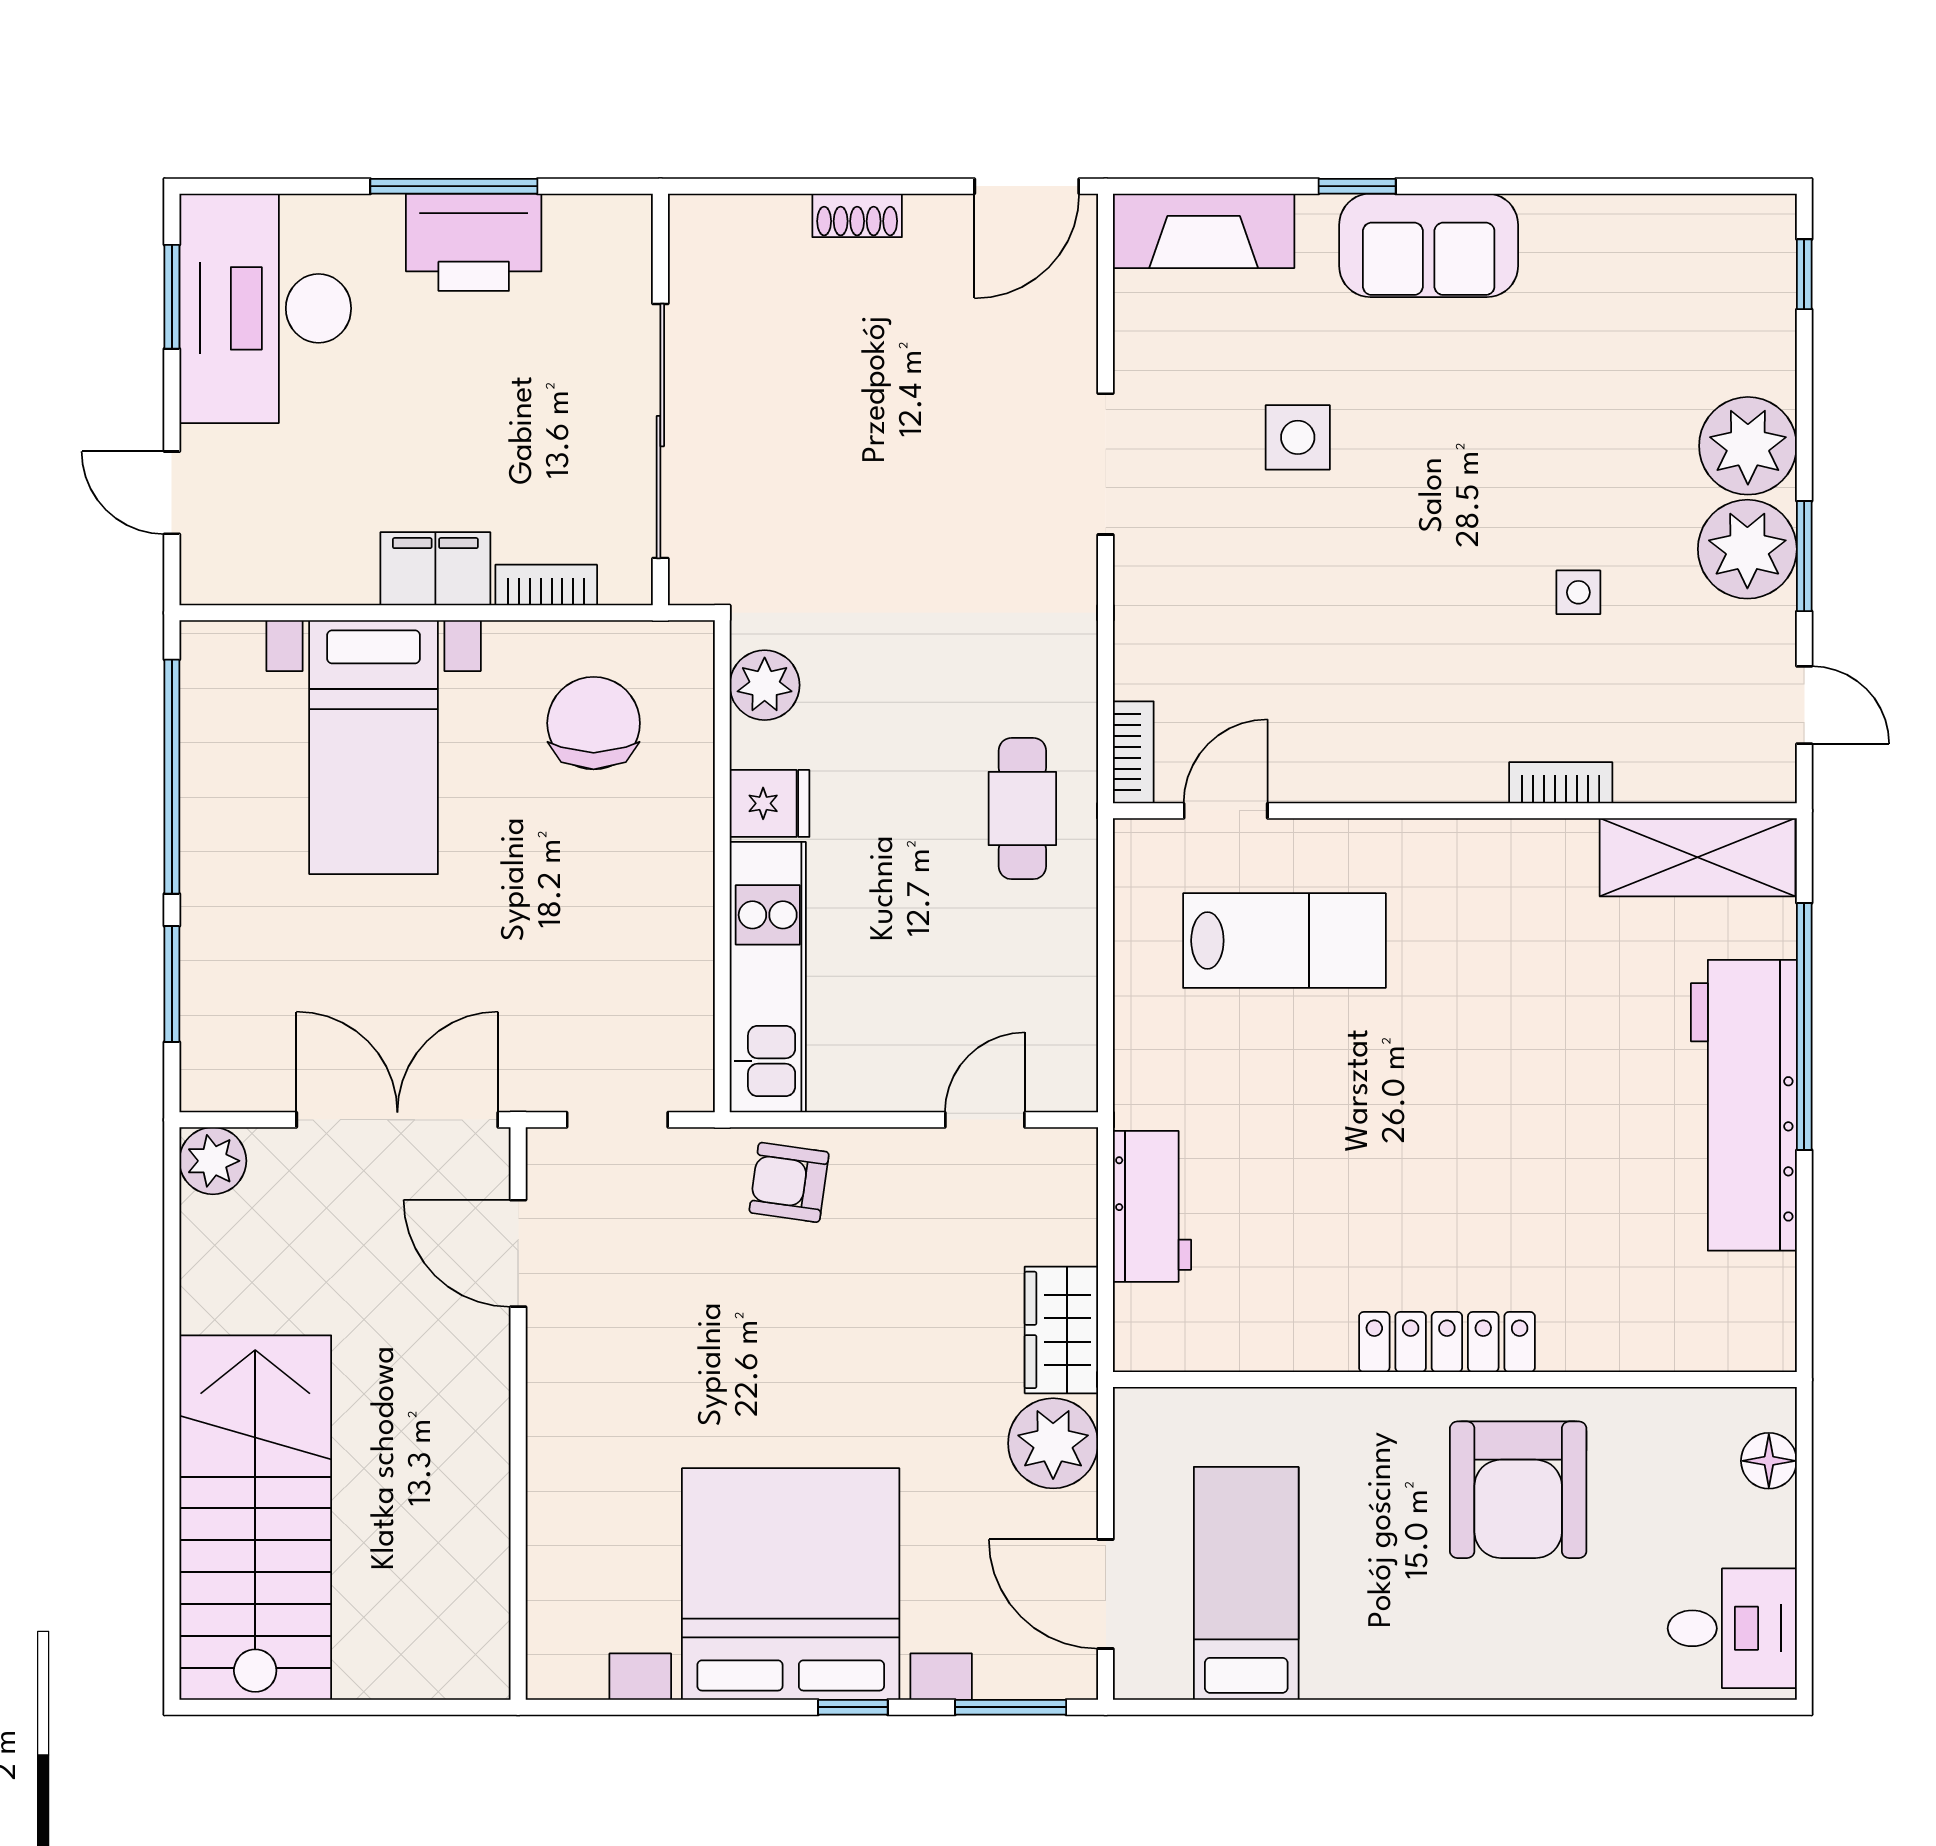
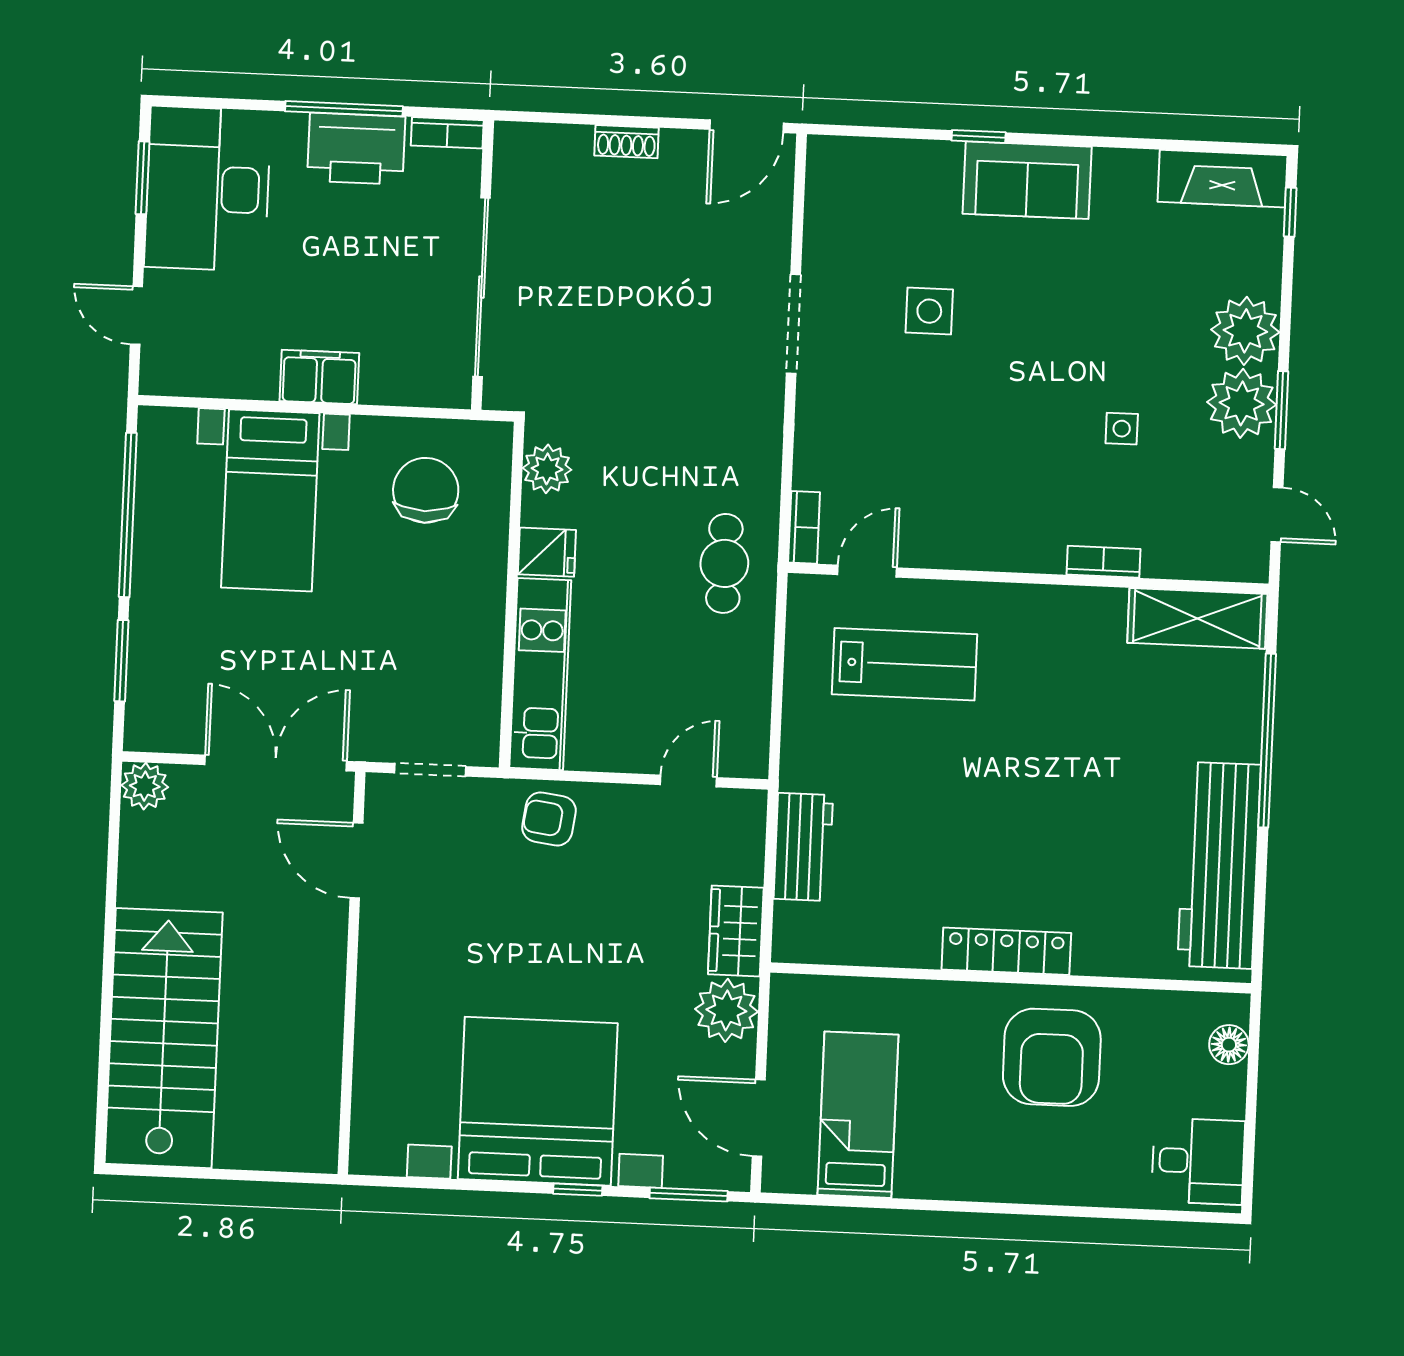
fireplace: (1204, 231) -> (1223, 179), moved
bookcase: (546, 585) -> (447, 133), moved, turned 180
workbench: (1744, 1105) -> (1219, 865), moved

